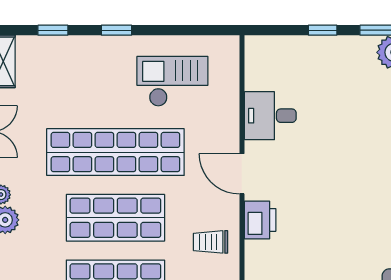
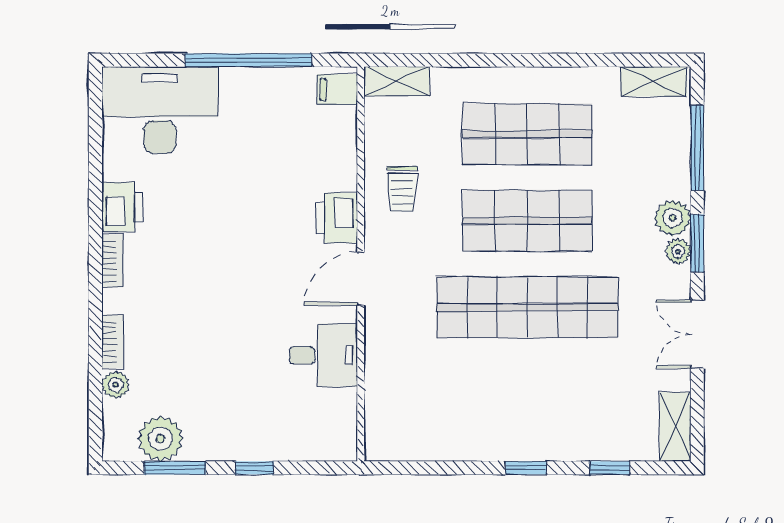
checkout: (172, 81) -> (452, 400), removed
door: (242, 174) -> (361, 279), swing flipped
trolley: (210, 242) -> (402, 189), turned 90

